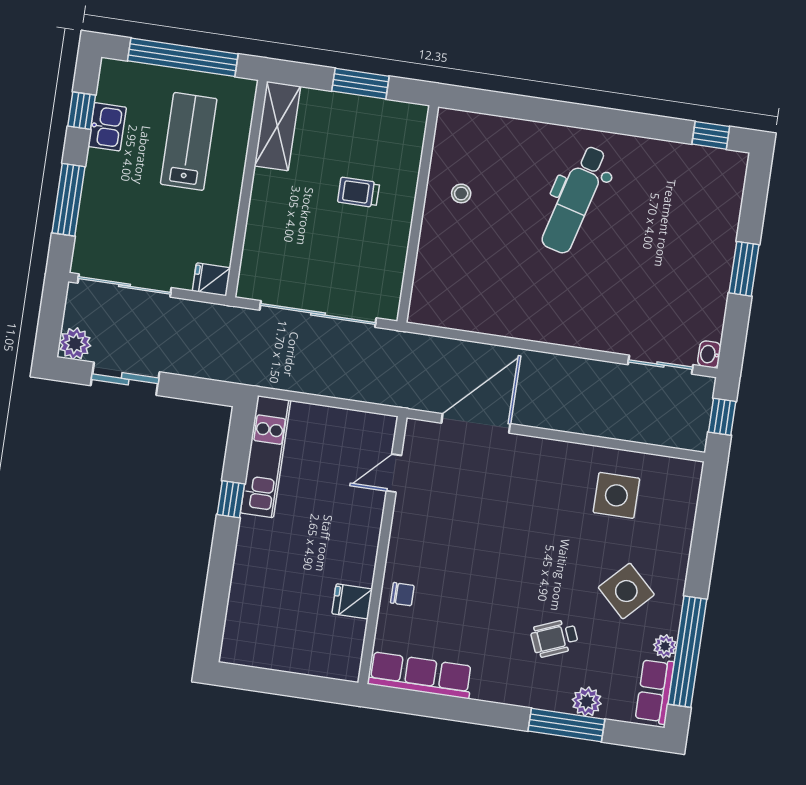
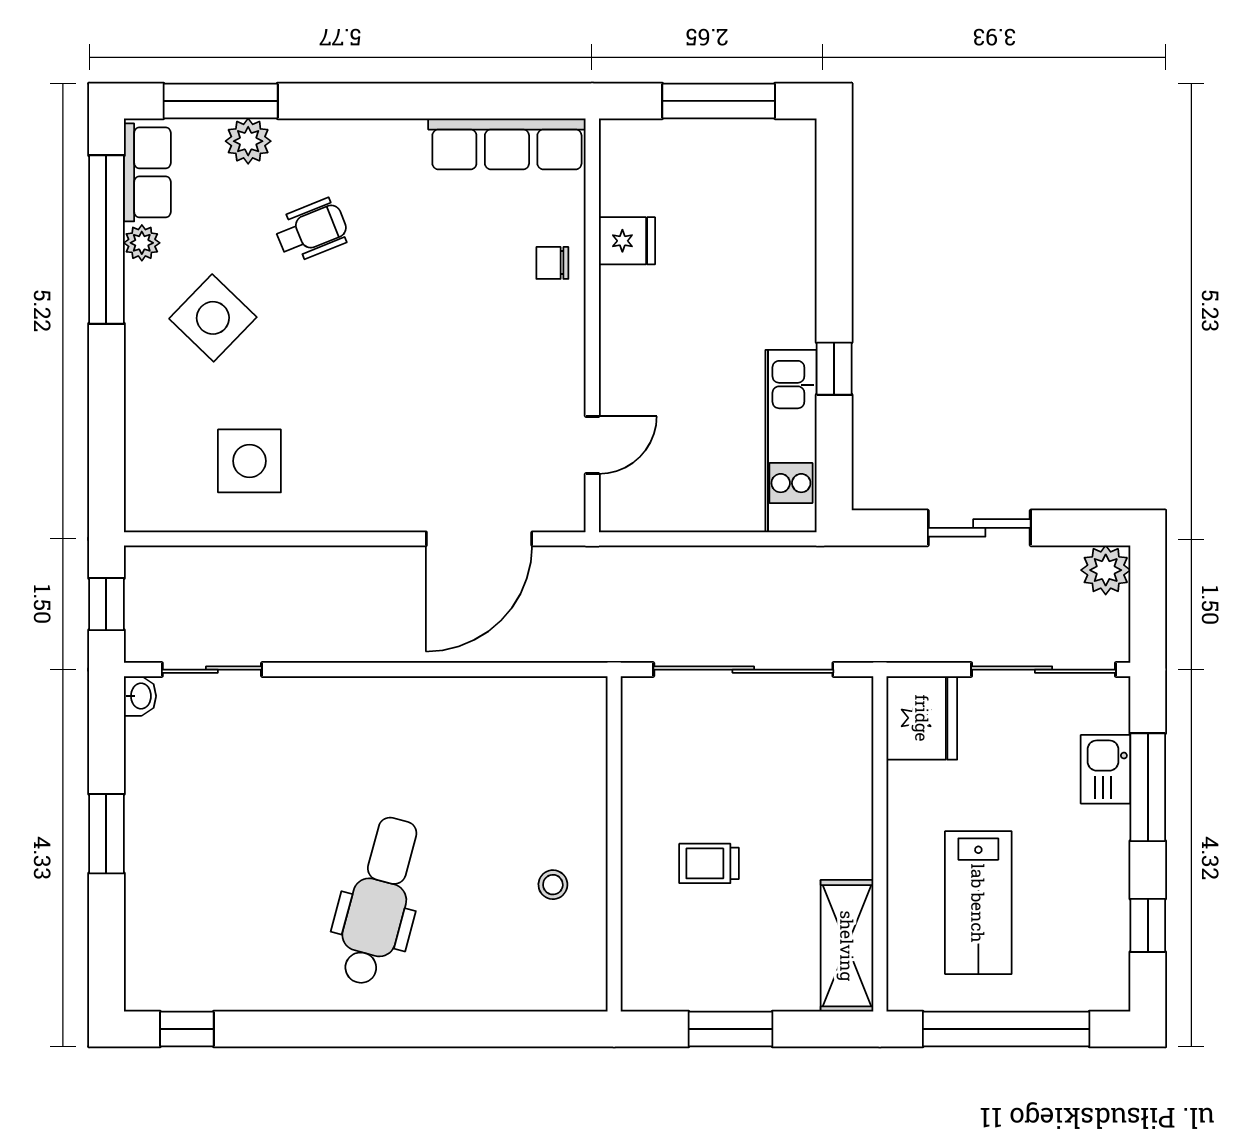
kitchen sink: (107, 127) -> (1106, 769), moved
trolley: (359, 192) -> (709, 863), turned 180
fridge: (211, 279) -> (922, 718), width x1.88, depth x1.34
sliding door: (125, 379) -> (979, 528), moved
window: (280, 683) -> (719, 101), added
window: (566, 725) -> (221, 101), moved

